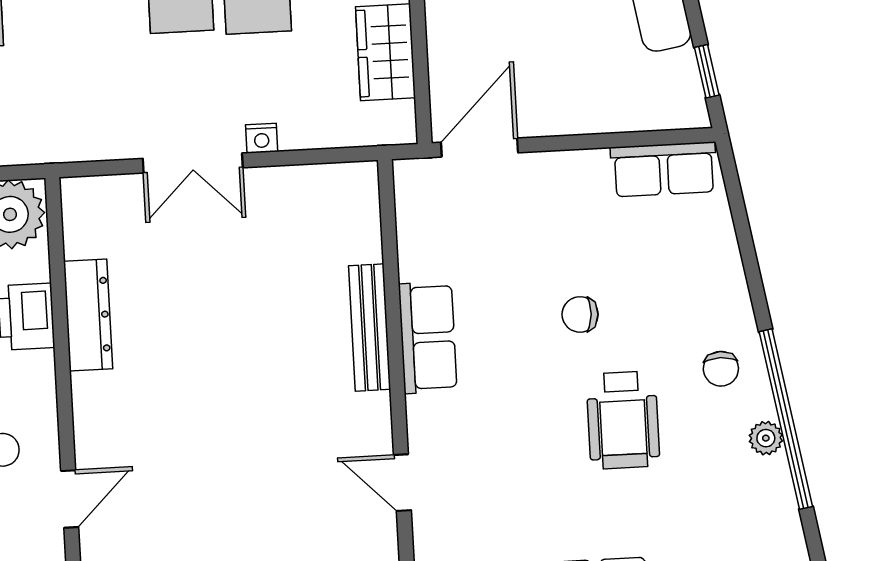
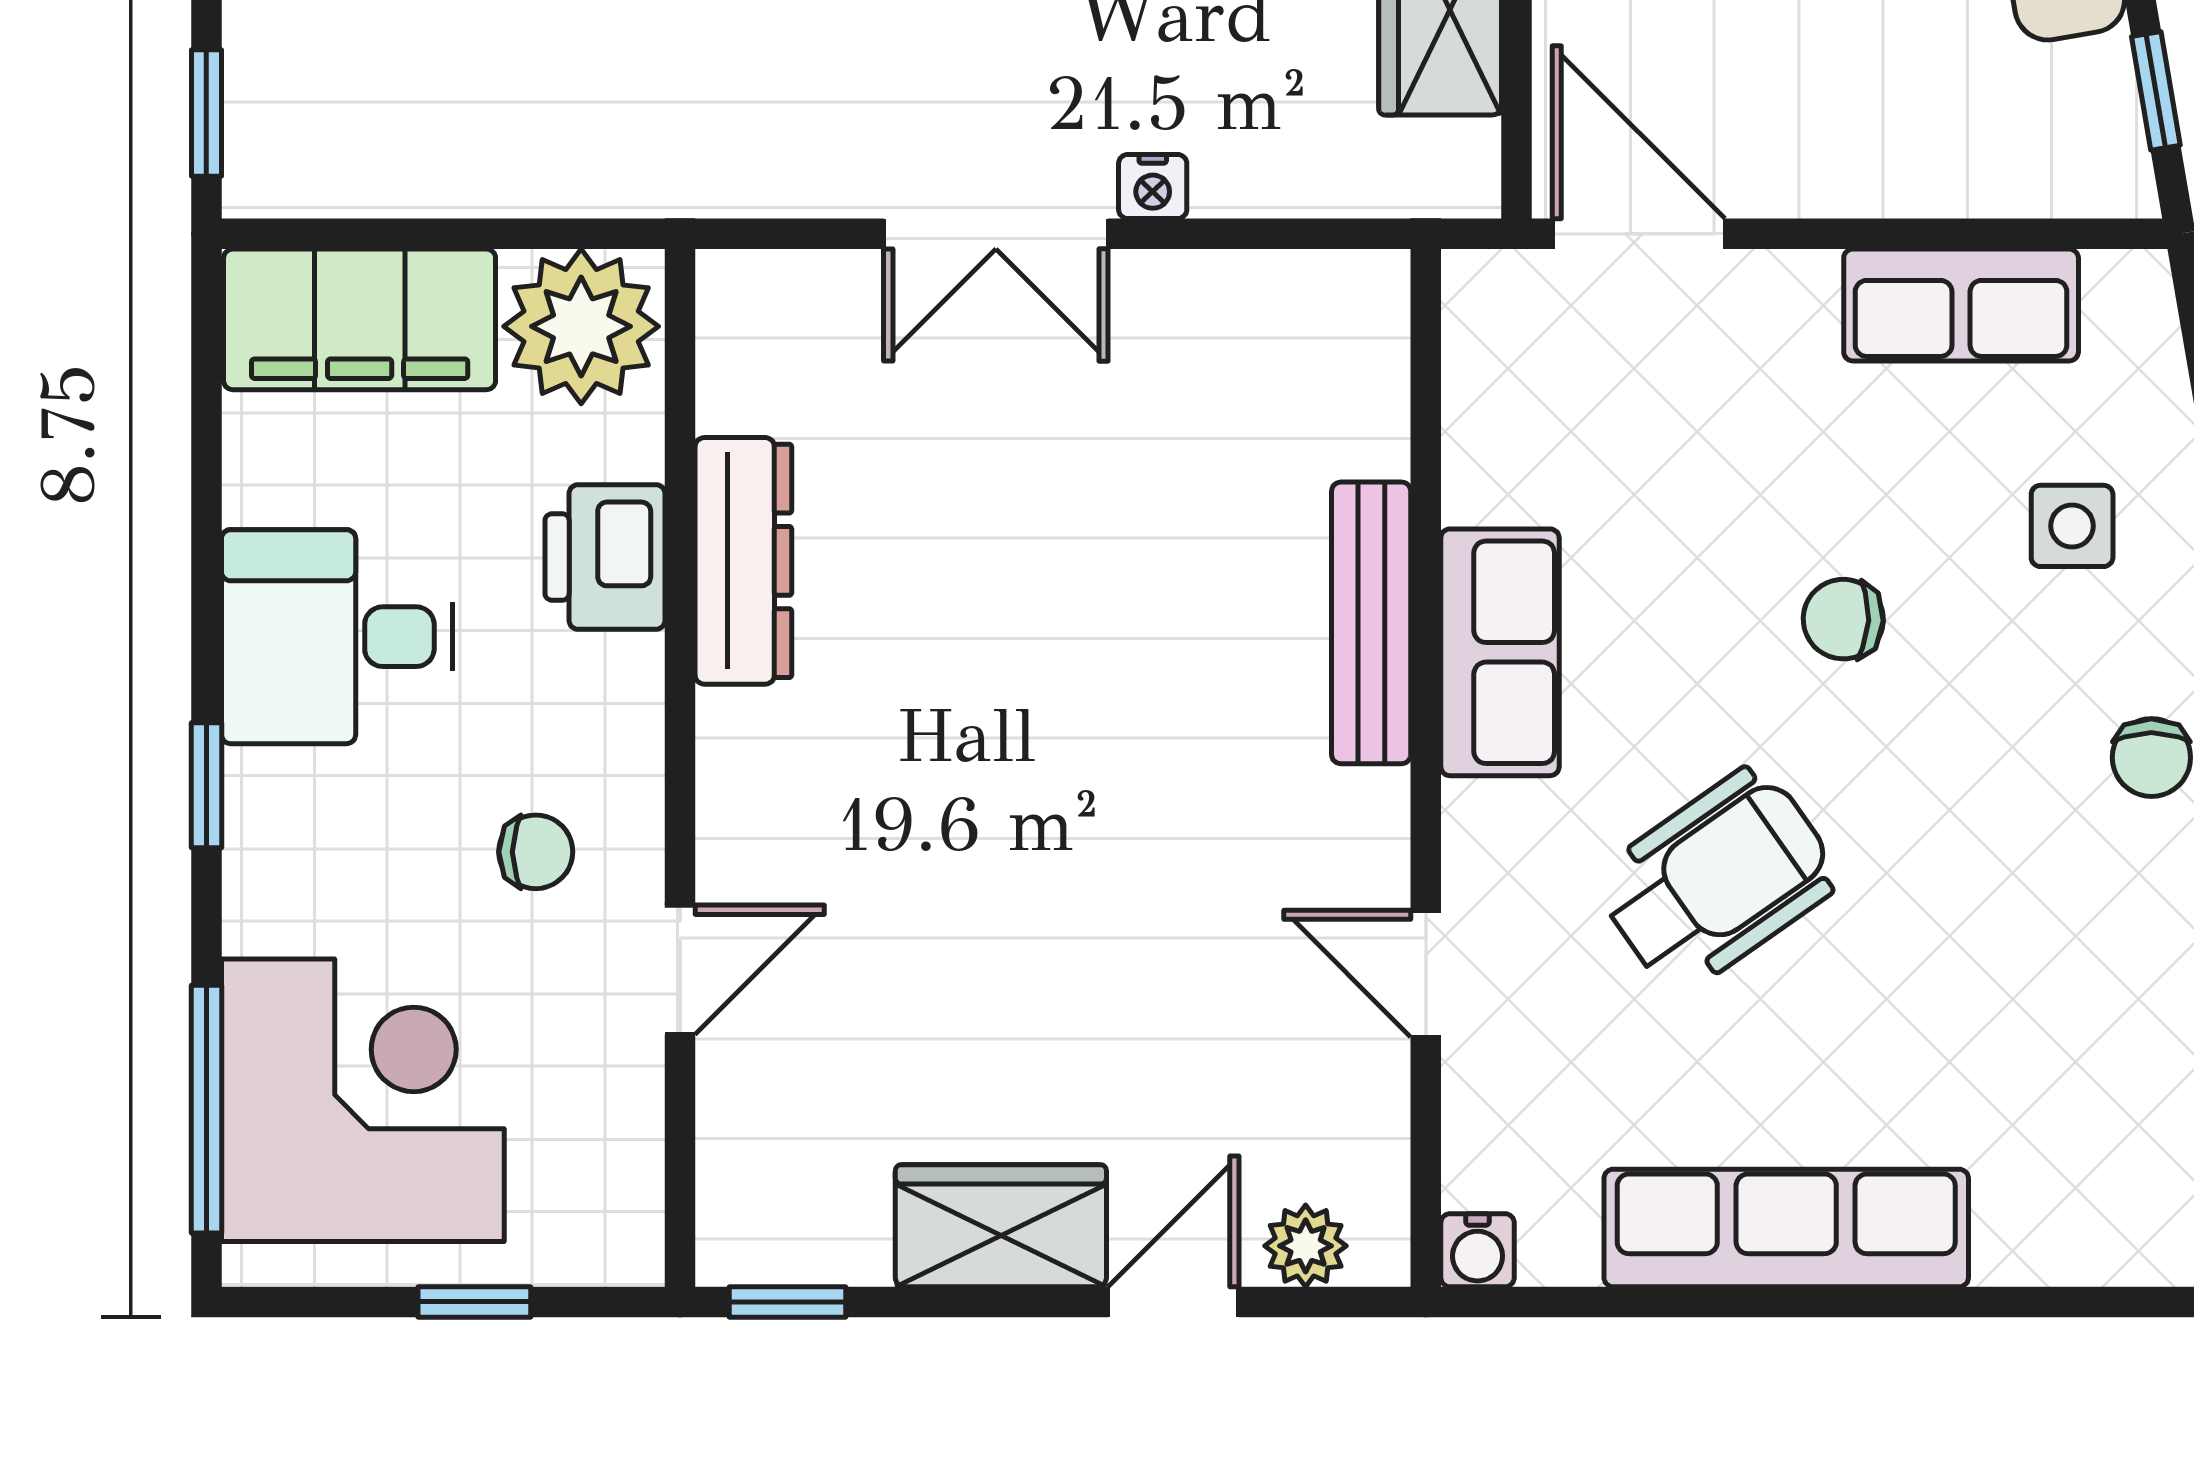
door: (479, 148) -> (1639, 234), hinge flipped
row of seats: (664, 169) -> (1961, 305), moved
side table: (680, 267) -> (2072, 526), added
wheelchair: (623, 420) -> (1717, 880), moved, turned -125

